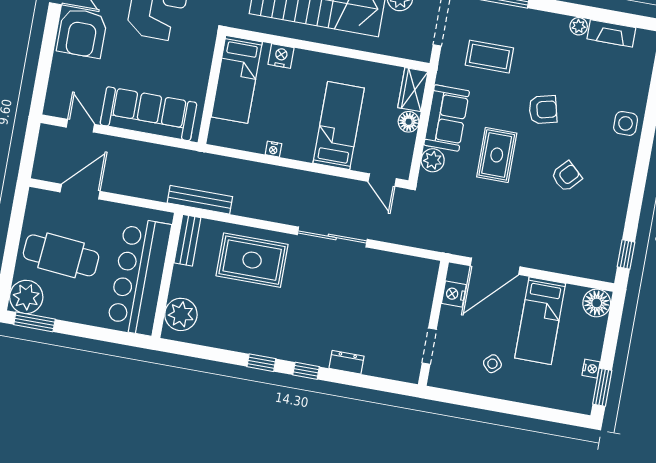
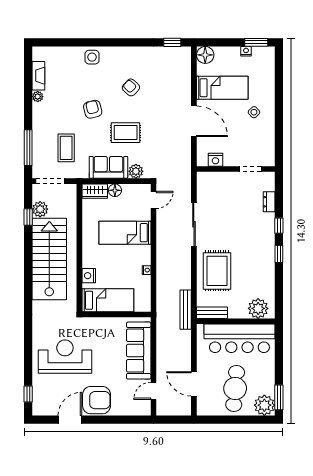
nightstand: (454, 294) -> (215, 160), moved
wall: (433, 323) -> (236, 169), moved
doorway: (429, 346) -> (250, 169), moved

